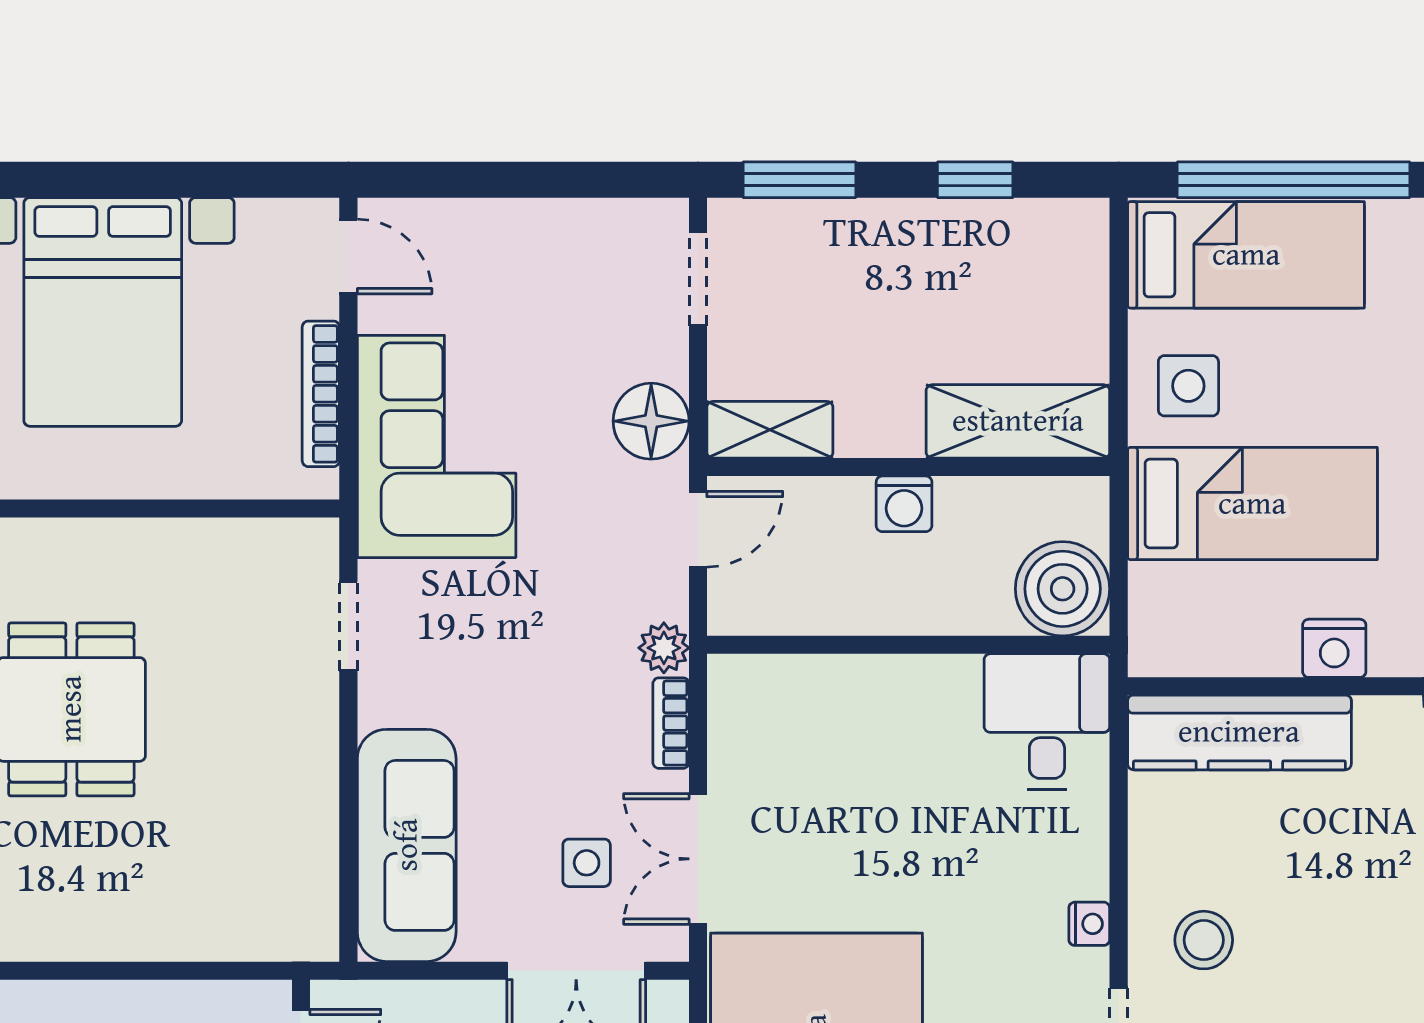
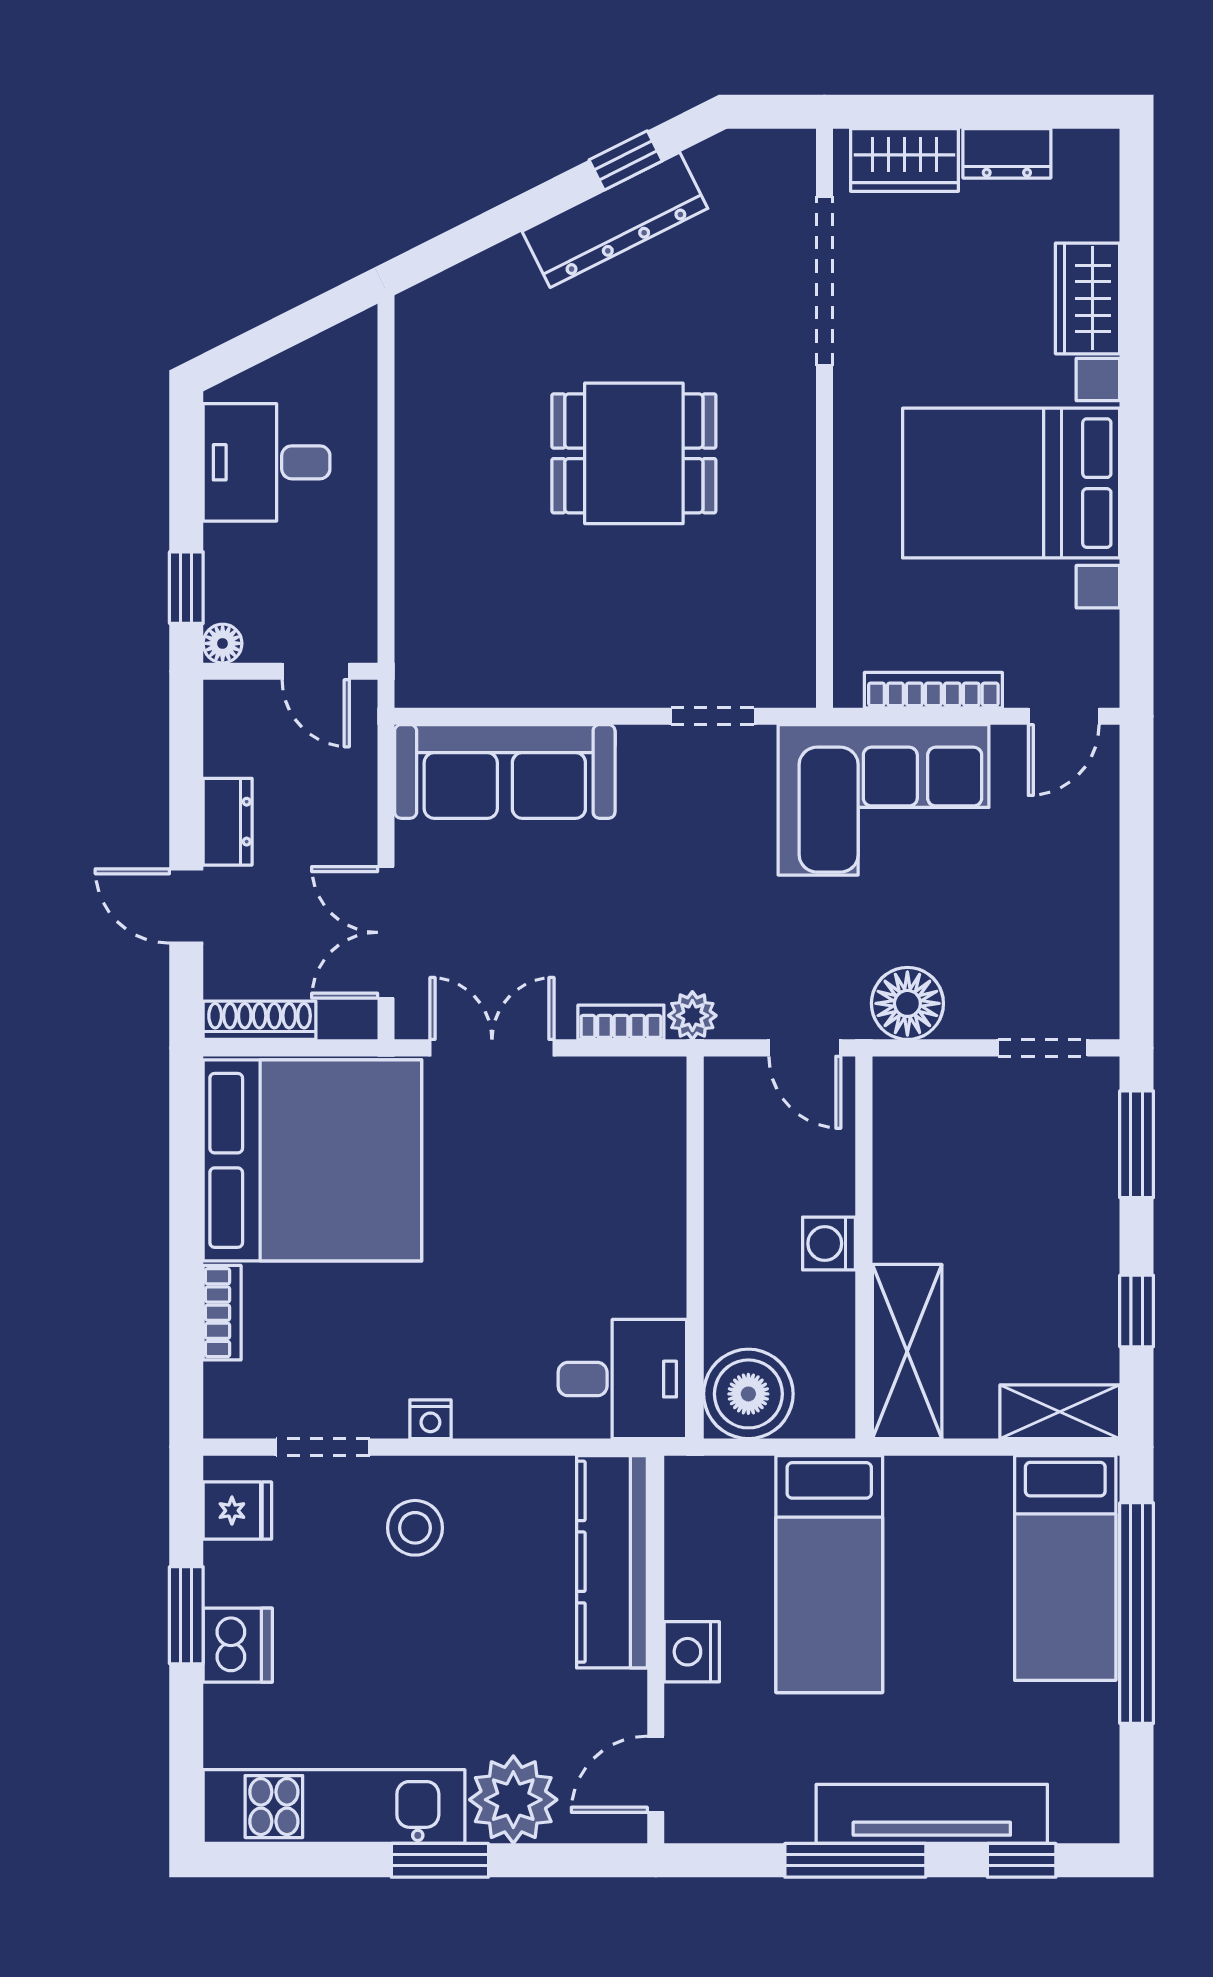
side table: (1188, 386) -> (941, 1513), removed
shelving: (770, 430) -> (1060, 1412), moved, turned 90
side table: (587, 863) -> (488, 942), removed

